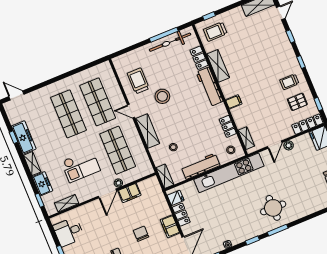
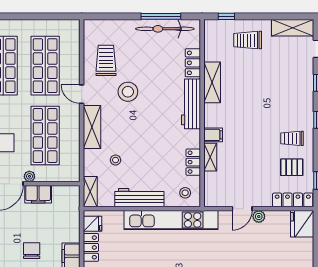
trolley: (215, 32) -> (248, 40), moved
shelving: (246, 138) -> (210, 157), moved

